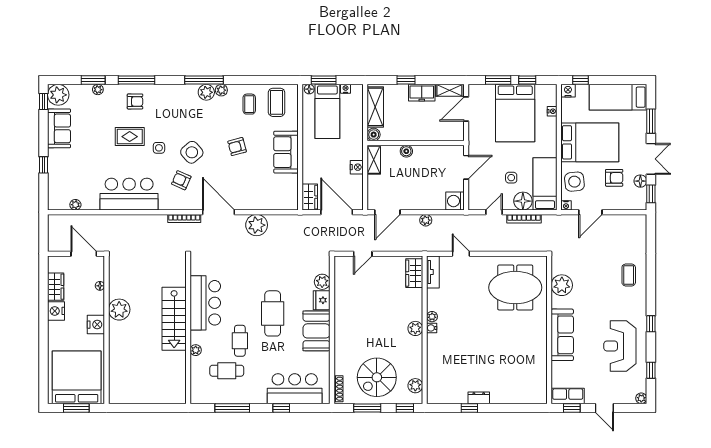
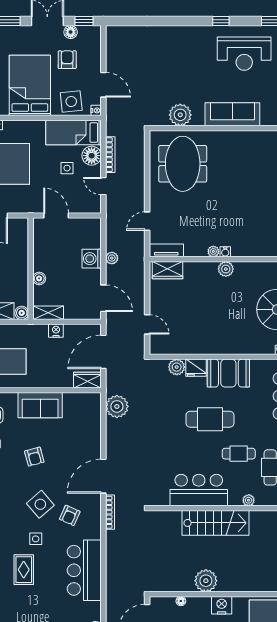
washing machine: (455, 201) -> (92, 259), moved, turned 90
plant: (257, 225) -> (117, 406), moved
coffee table: (629, 275) -> (169, 44), removed

